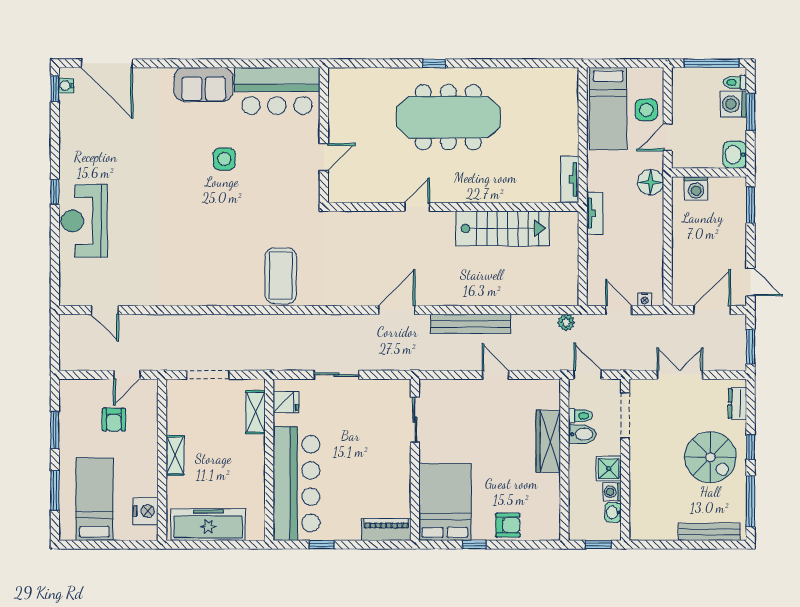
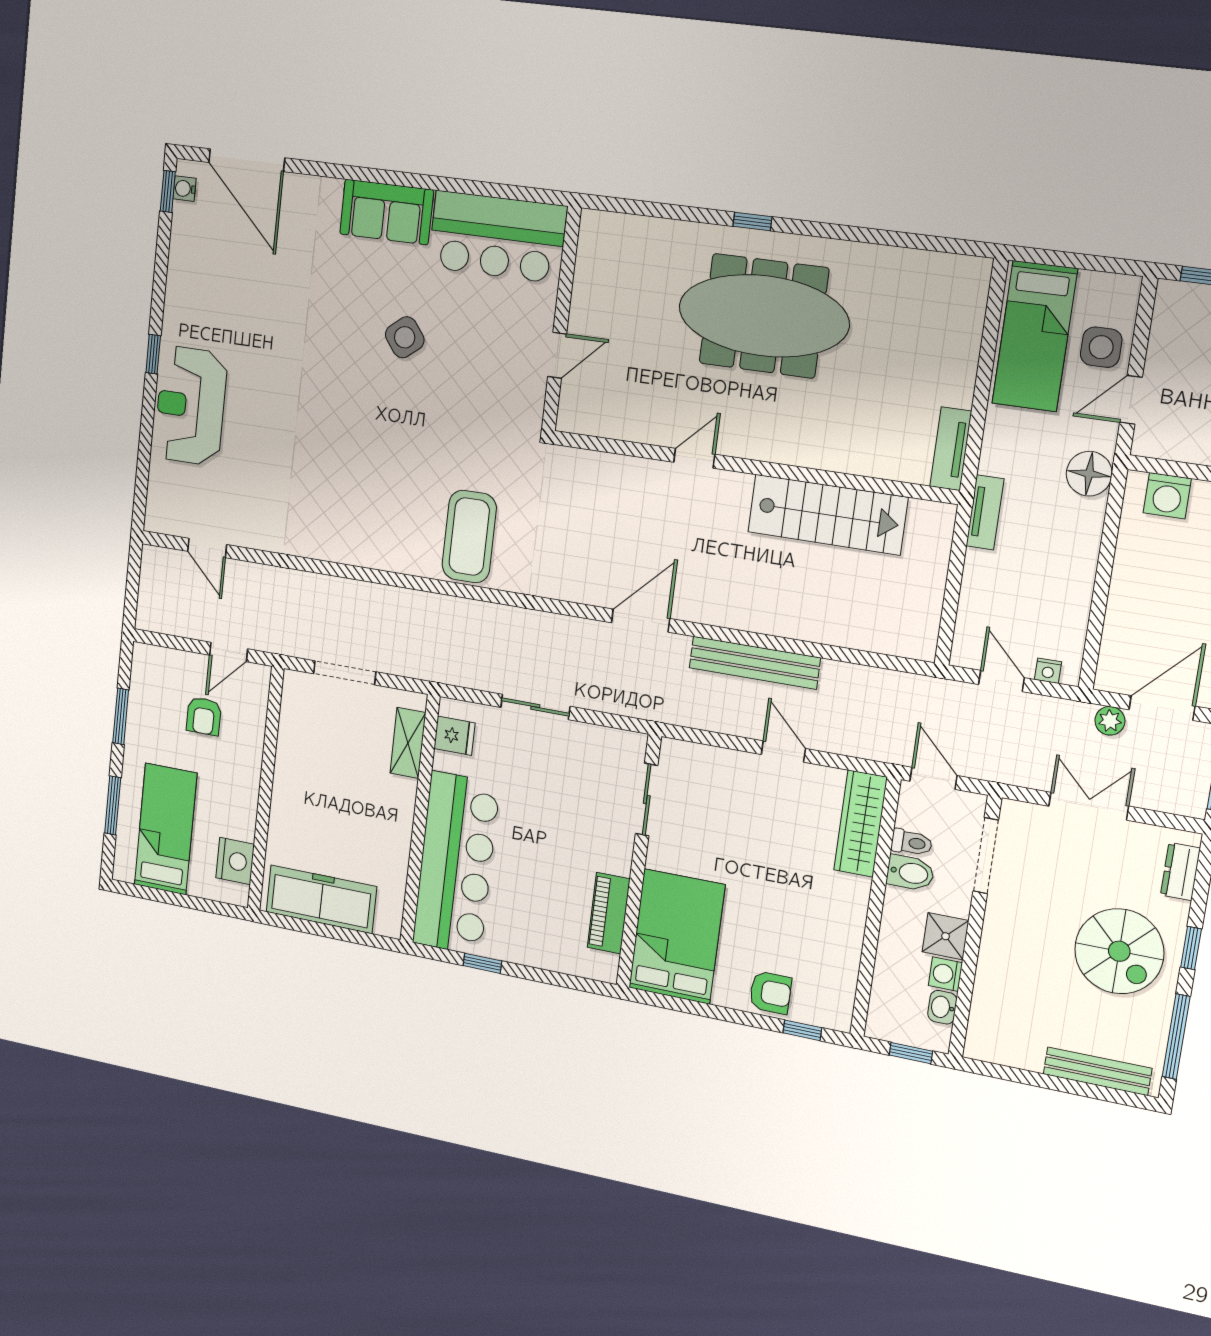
side table: (224, 159) -> (405, 337), turned -38
plant: (566, 323) -> (1110, 721), moved
wardrobe: (548, 441) -> (861, 824), moved
shelving: (175, 455) -> (285, 786), removed
piano: (386, 530) -> (609, 913), moved, turned -90
window: (474, 545) -> (802, 1030), moved

